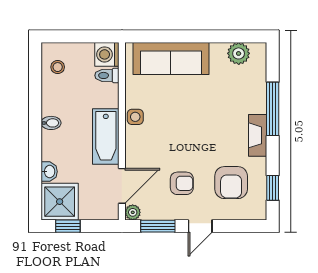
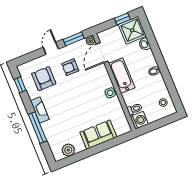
sofa: (171, 59) -> (98, 135), width x0.73

